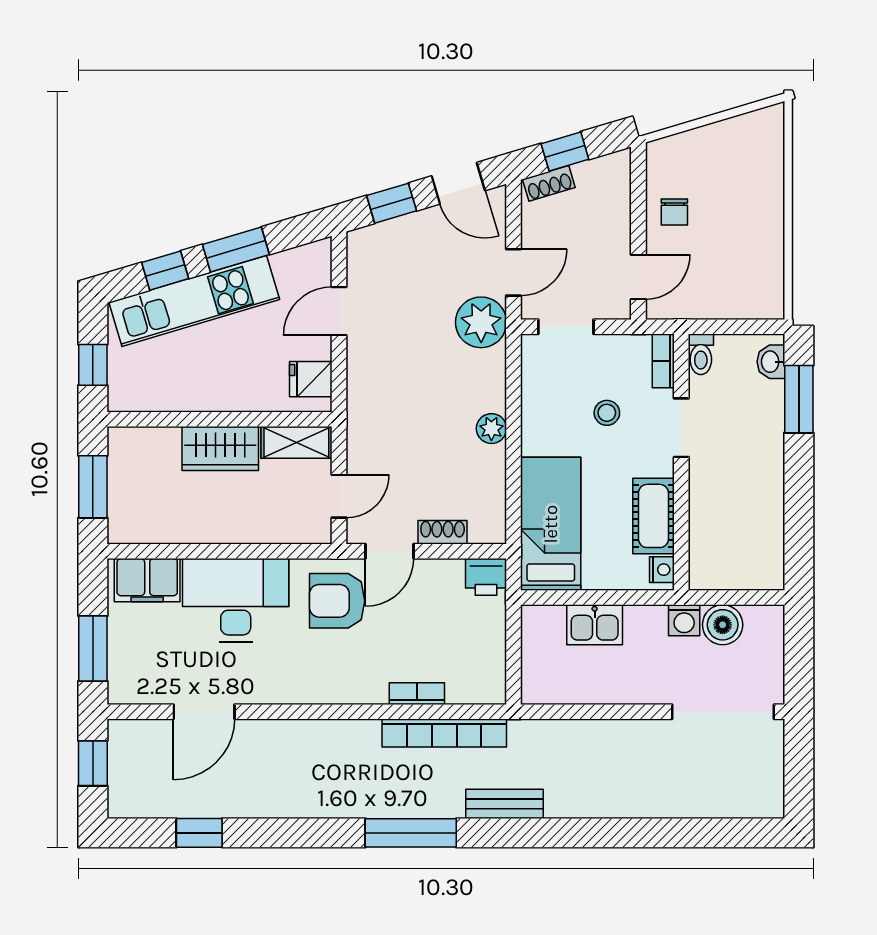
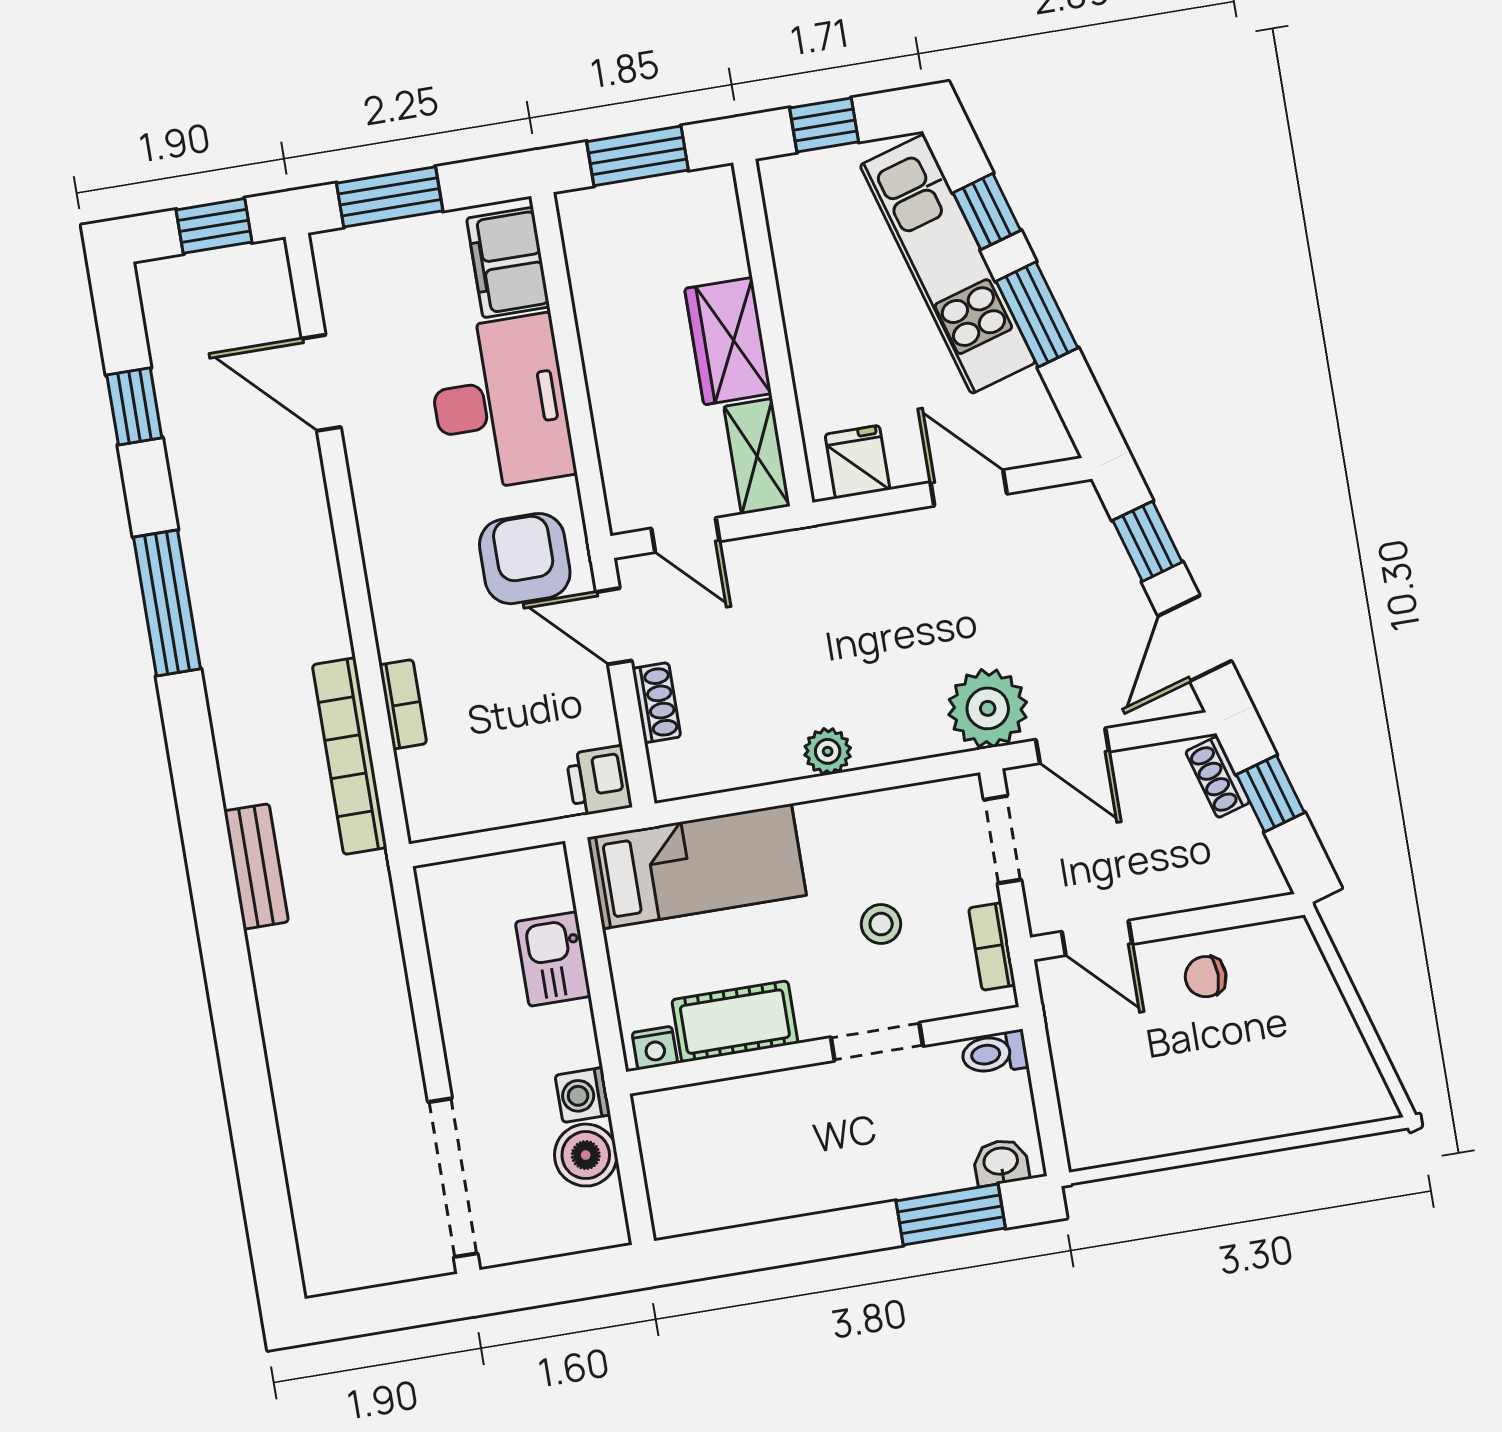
bookcase: (663, 361) -> (992, 946), moved, turned -90
window: (411, 833) -> (167, 603), moved

